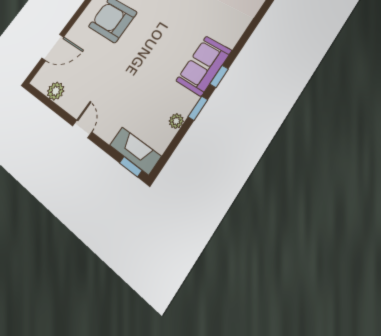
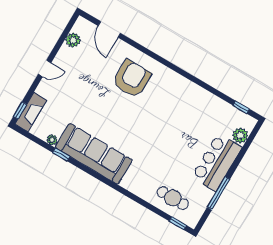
sofa: (204, 66) -> (94, 154), width x1.85, depth x1.27
window: (219, 76) -> (84, 168), removed

